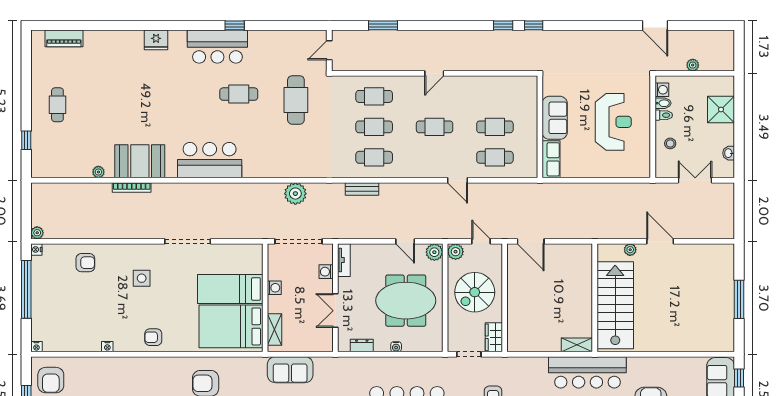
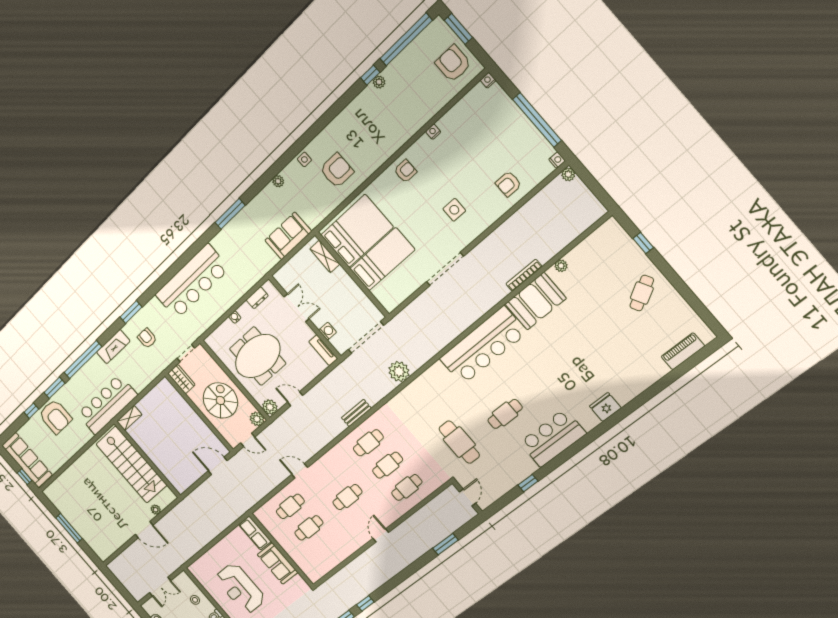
window: (235, 25) -> (528, 483), moved
cafe table: (57, 105) -> (642, 293), turned 61
bar counter: (210, 160) -> (483, 346), width x1.36
washing machine: (274, 288) -> (352, 288), removed

